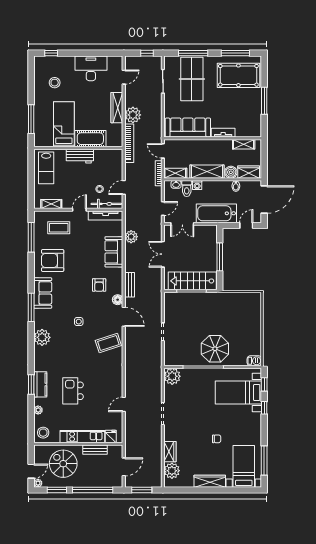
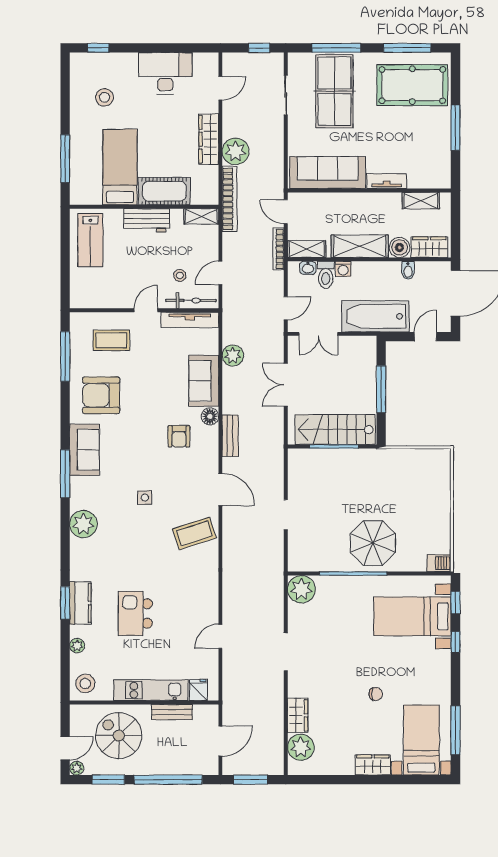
shelving: (51, 204) -> (201, 216), moved
floor lamp: (118, 300) -> (210, 416), moved
wardrobe: (210, 481) -> (373, 765), width x0.67

